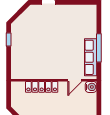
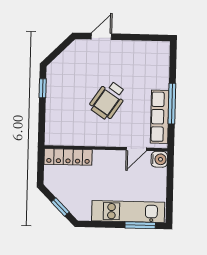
wheelchair: (54, 47) -> (108, 100), added
locker: (42, 87) -> (68, 157), moved

